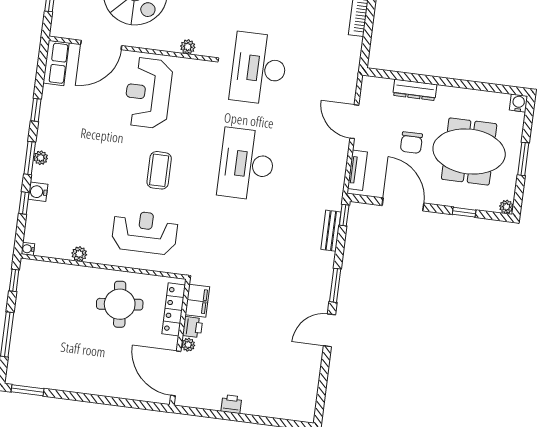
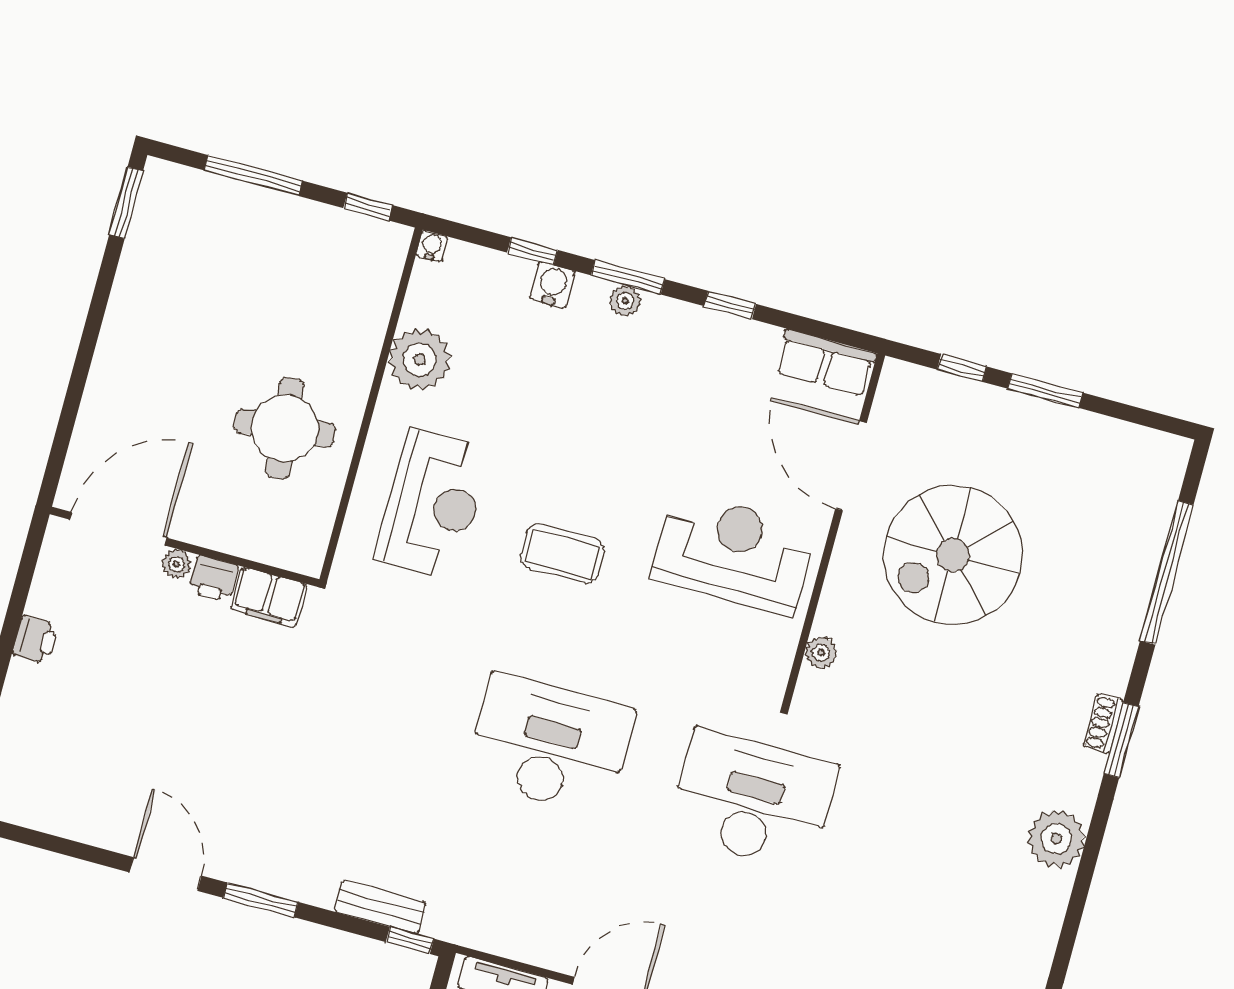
plant: (79, 254) -> (420, 359), width x1.88, depth x1.88
locker: (174, 309) -> (257, 543), removed

